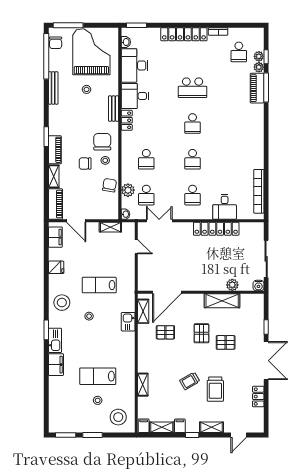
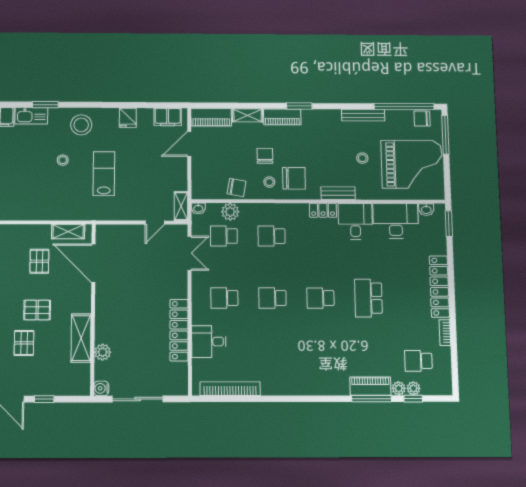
shelving: (110, 227) -> (181, 206), moved
kitchen sink: (128, 322) -> (54, 211), removed

